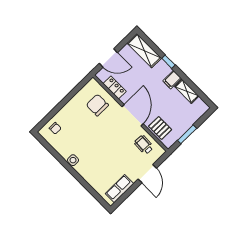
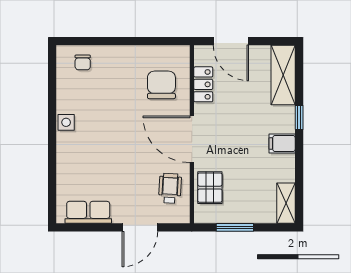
shelving: (187, 91) -> (286, 203), moved
door: (133, 115) -> (192, 139), swing flipped

